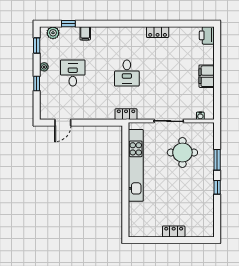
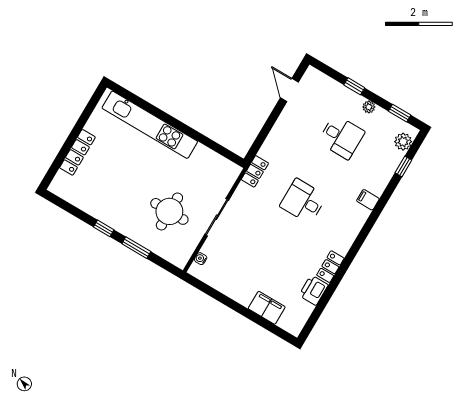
filing cabinet: (85, 33) -> (368, 200), moved
printer: (207, 35) -> (314, 290), moved, turned -90
filing cabinet: (207, 76) -> (267, 308), moved
kitchen unit: (136, 165) -> (150, 125), moved
locker: (174, 231) -> (77, 152), width x1.53

